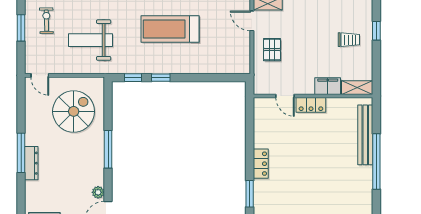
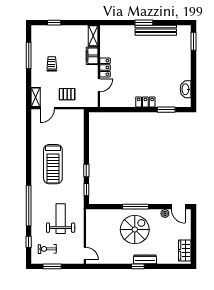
weight bench: (91, 40) -> (61, 219), turned 180
trolley: (349, 40) -> (52, 64), moved
door: (40, 75) -> (85, 253), hinge flipped
spiral stairs: (74, 111) -> (135, 230), moved, turned 90
bench: (365, 135) -> (156, 30), moved
window: (21, 153) -> (138, 266), width x0.46
window: (376, 161) -> (144, 23), width x0.47

